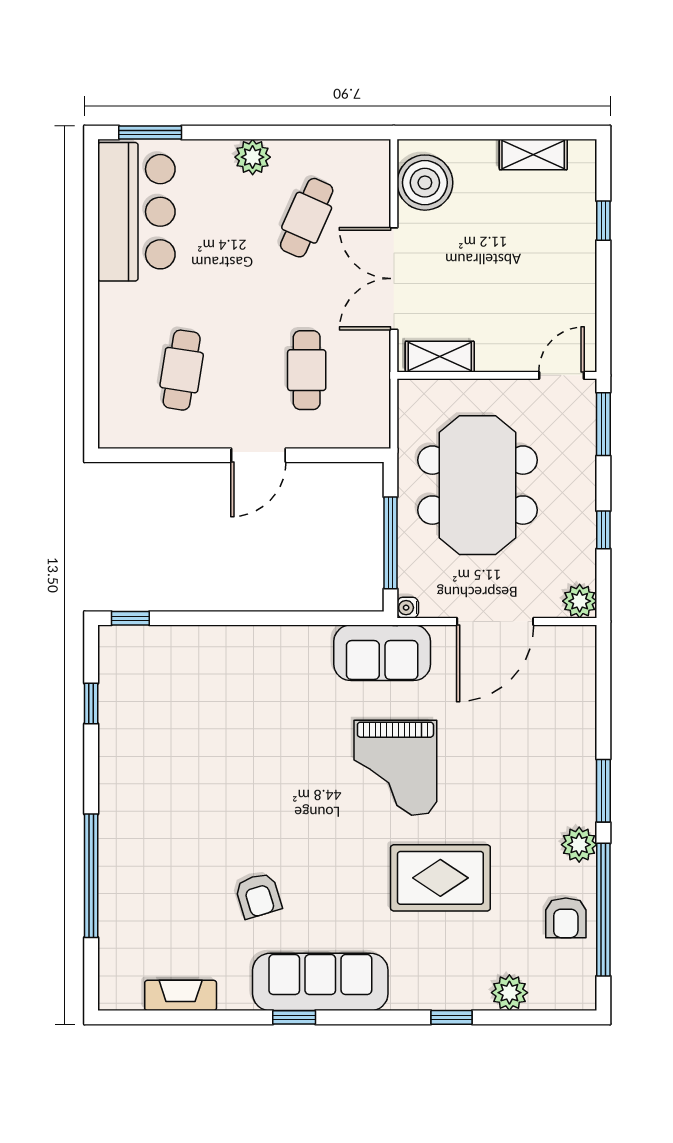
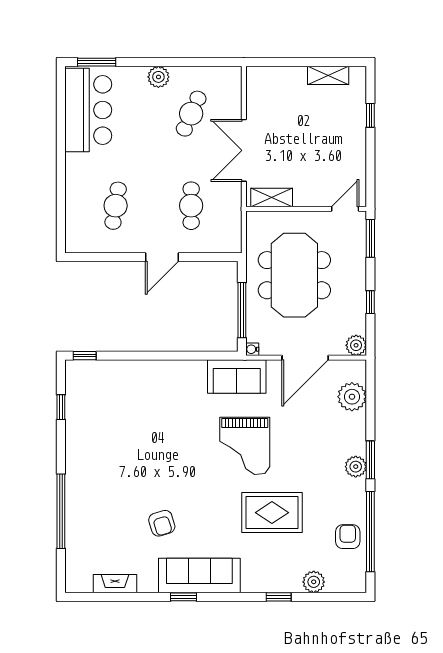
boiler: (425, 183) -> (263, 92), removed
plant: (573, 686) -> (352, 397), added
plant: (579, 845) -> (356, 467), moved
armchair: (566, 918) -> (348, 537), turned 180

